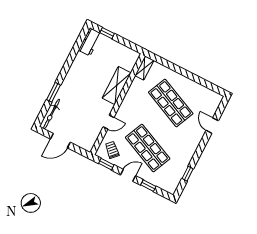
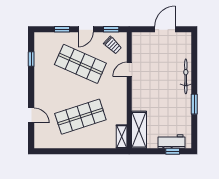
workbench: (90, 42) -> (172, 141), moved, turned 90
shelving: (117, 86) -> (139, 130), moved
window: (54, 92) -> (194, 104), moved
shop shelf: (171, 103) -> (80, 117), turned -42
bicycle: (52, 114) -> (186, 76), moved

